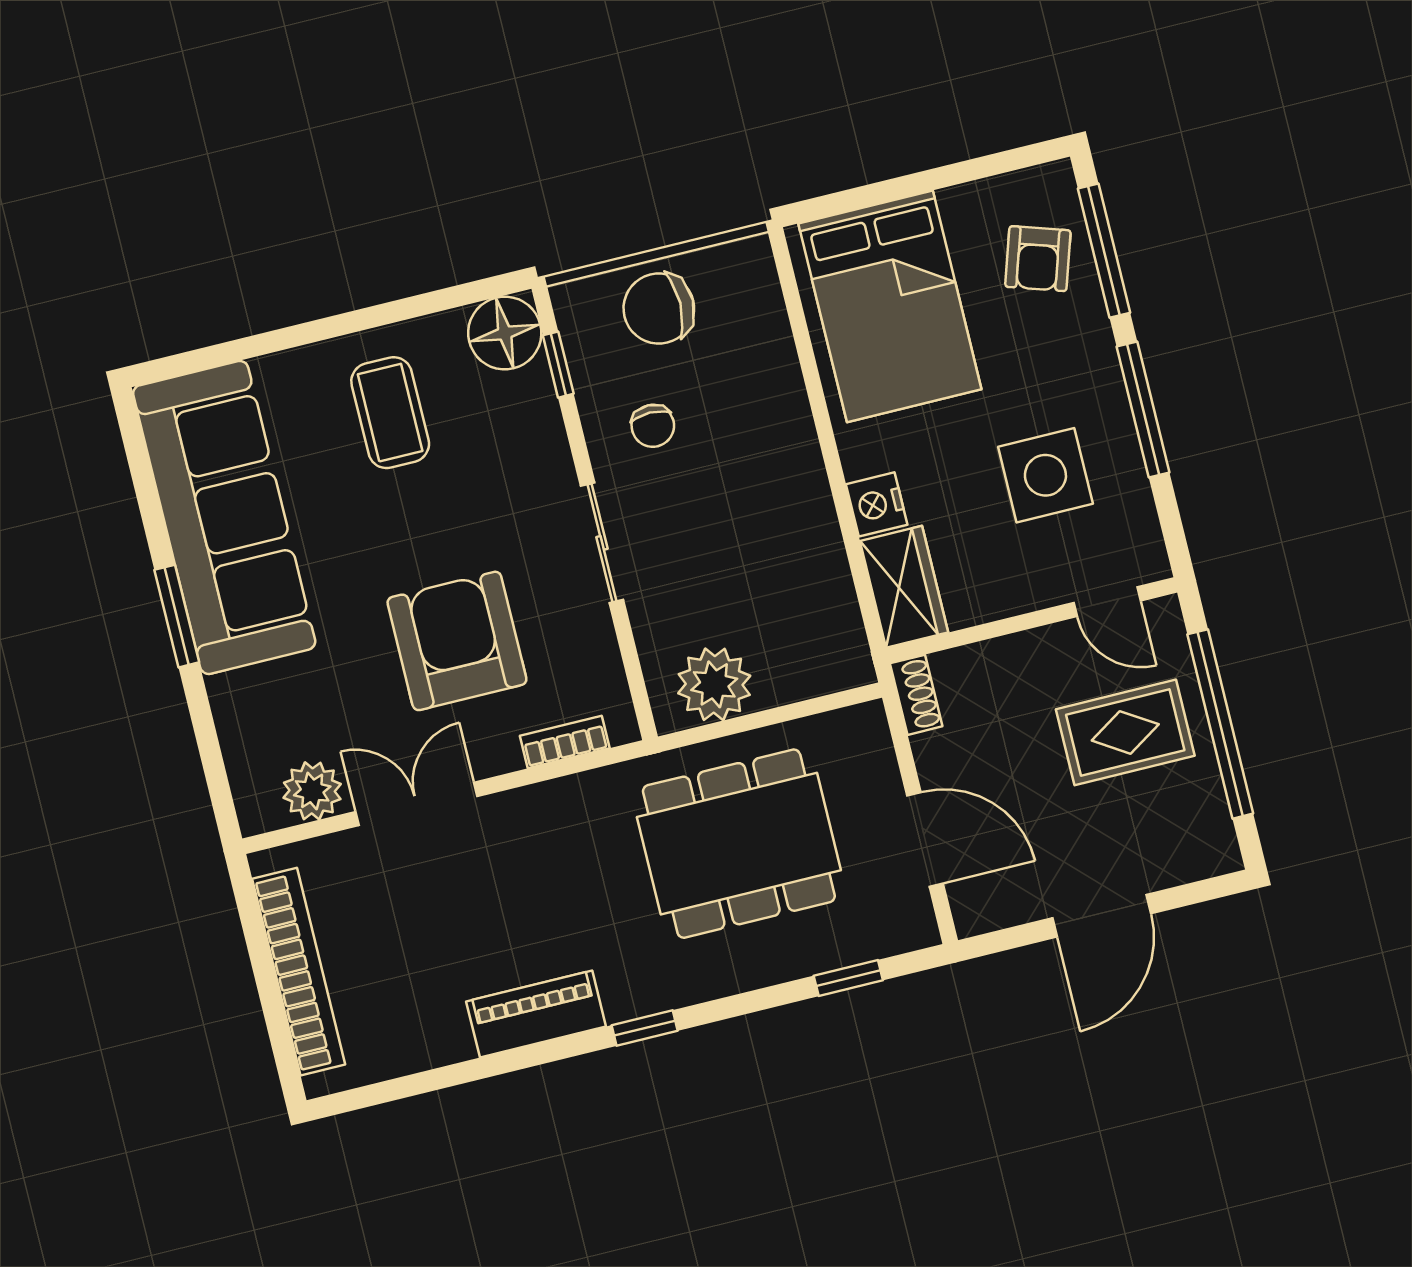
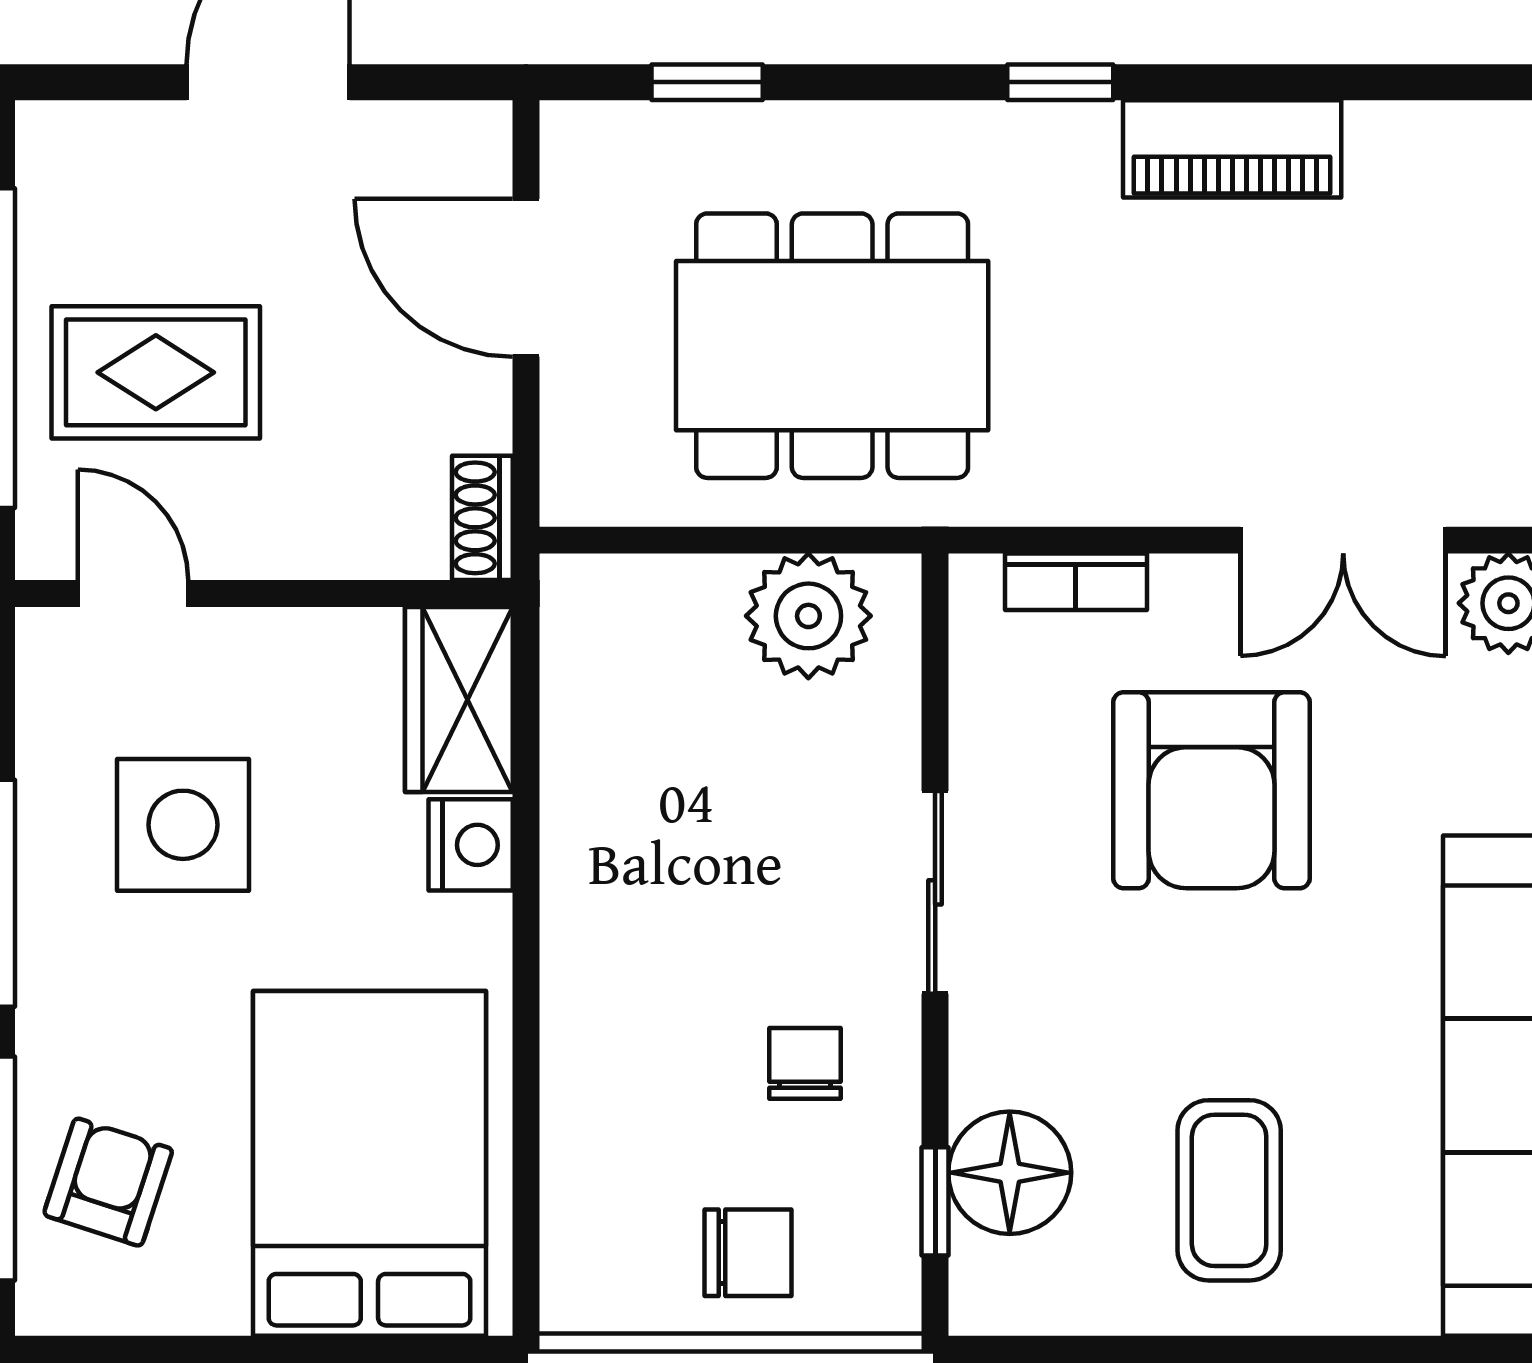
chair: (659, 309) -> (748, 1253), width x0.73, depth x0.73
floor lamp: (505, 333) -> (1010, 1173), moved

